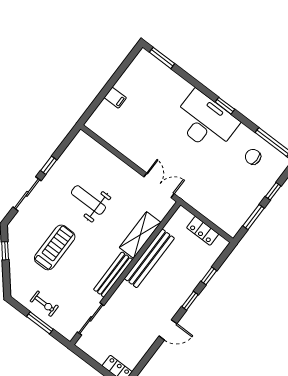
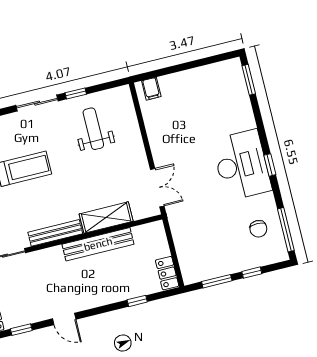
filing cabinet: (115, 98) -> (151, 89), moved
chair: (253, 157) -> (258, 229), turned 180
weight bench: (88, 200) -> (93, 129), moved
locker: (203, 231) -> (167, 273), moved
window: (190, 301) -> (21, 330), moved

